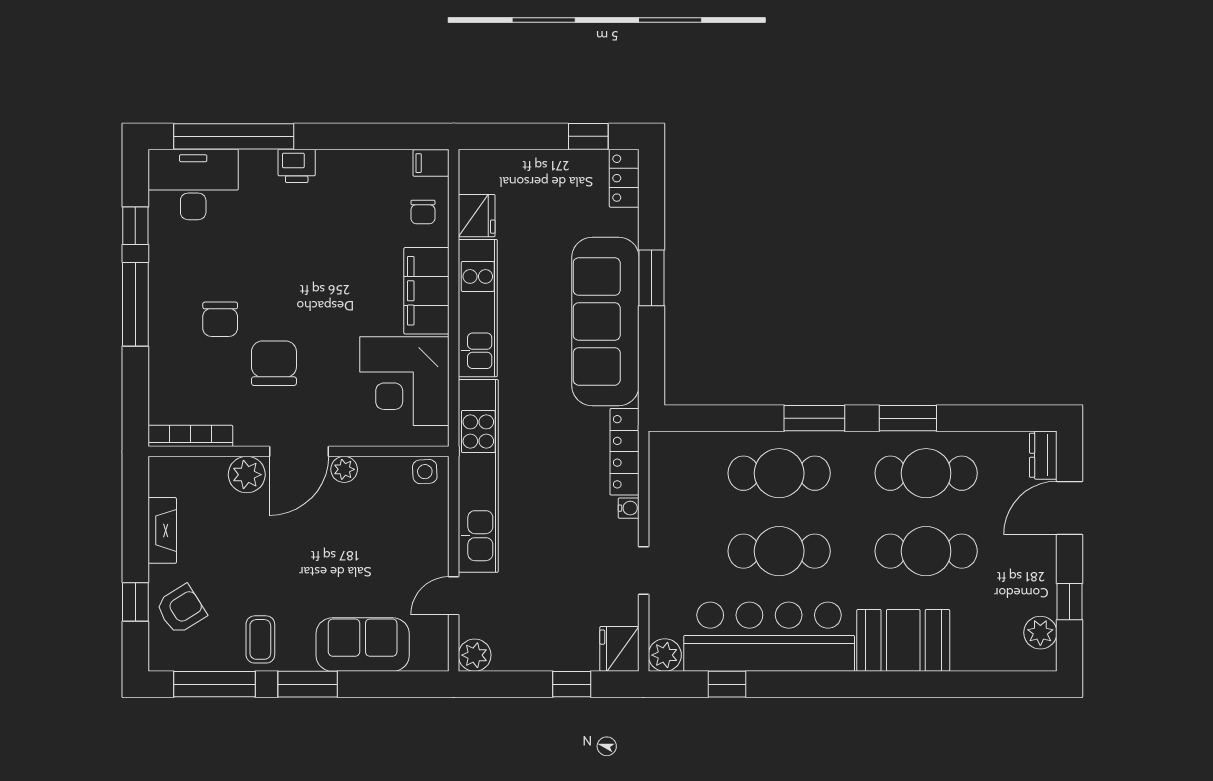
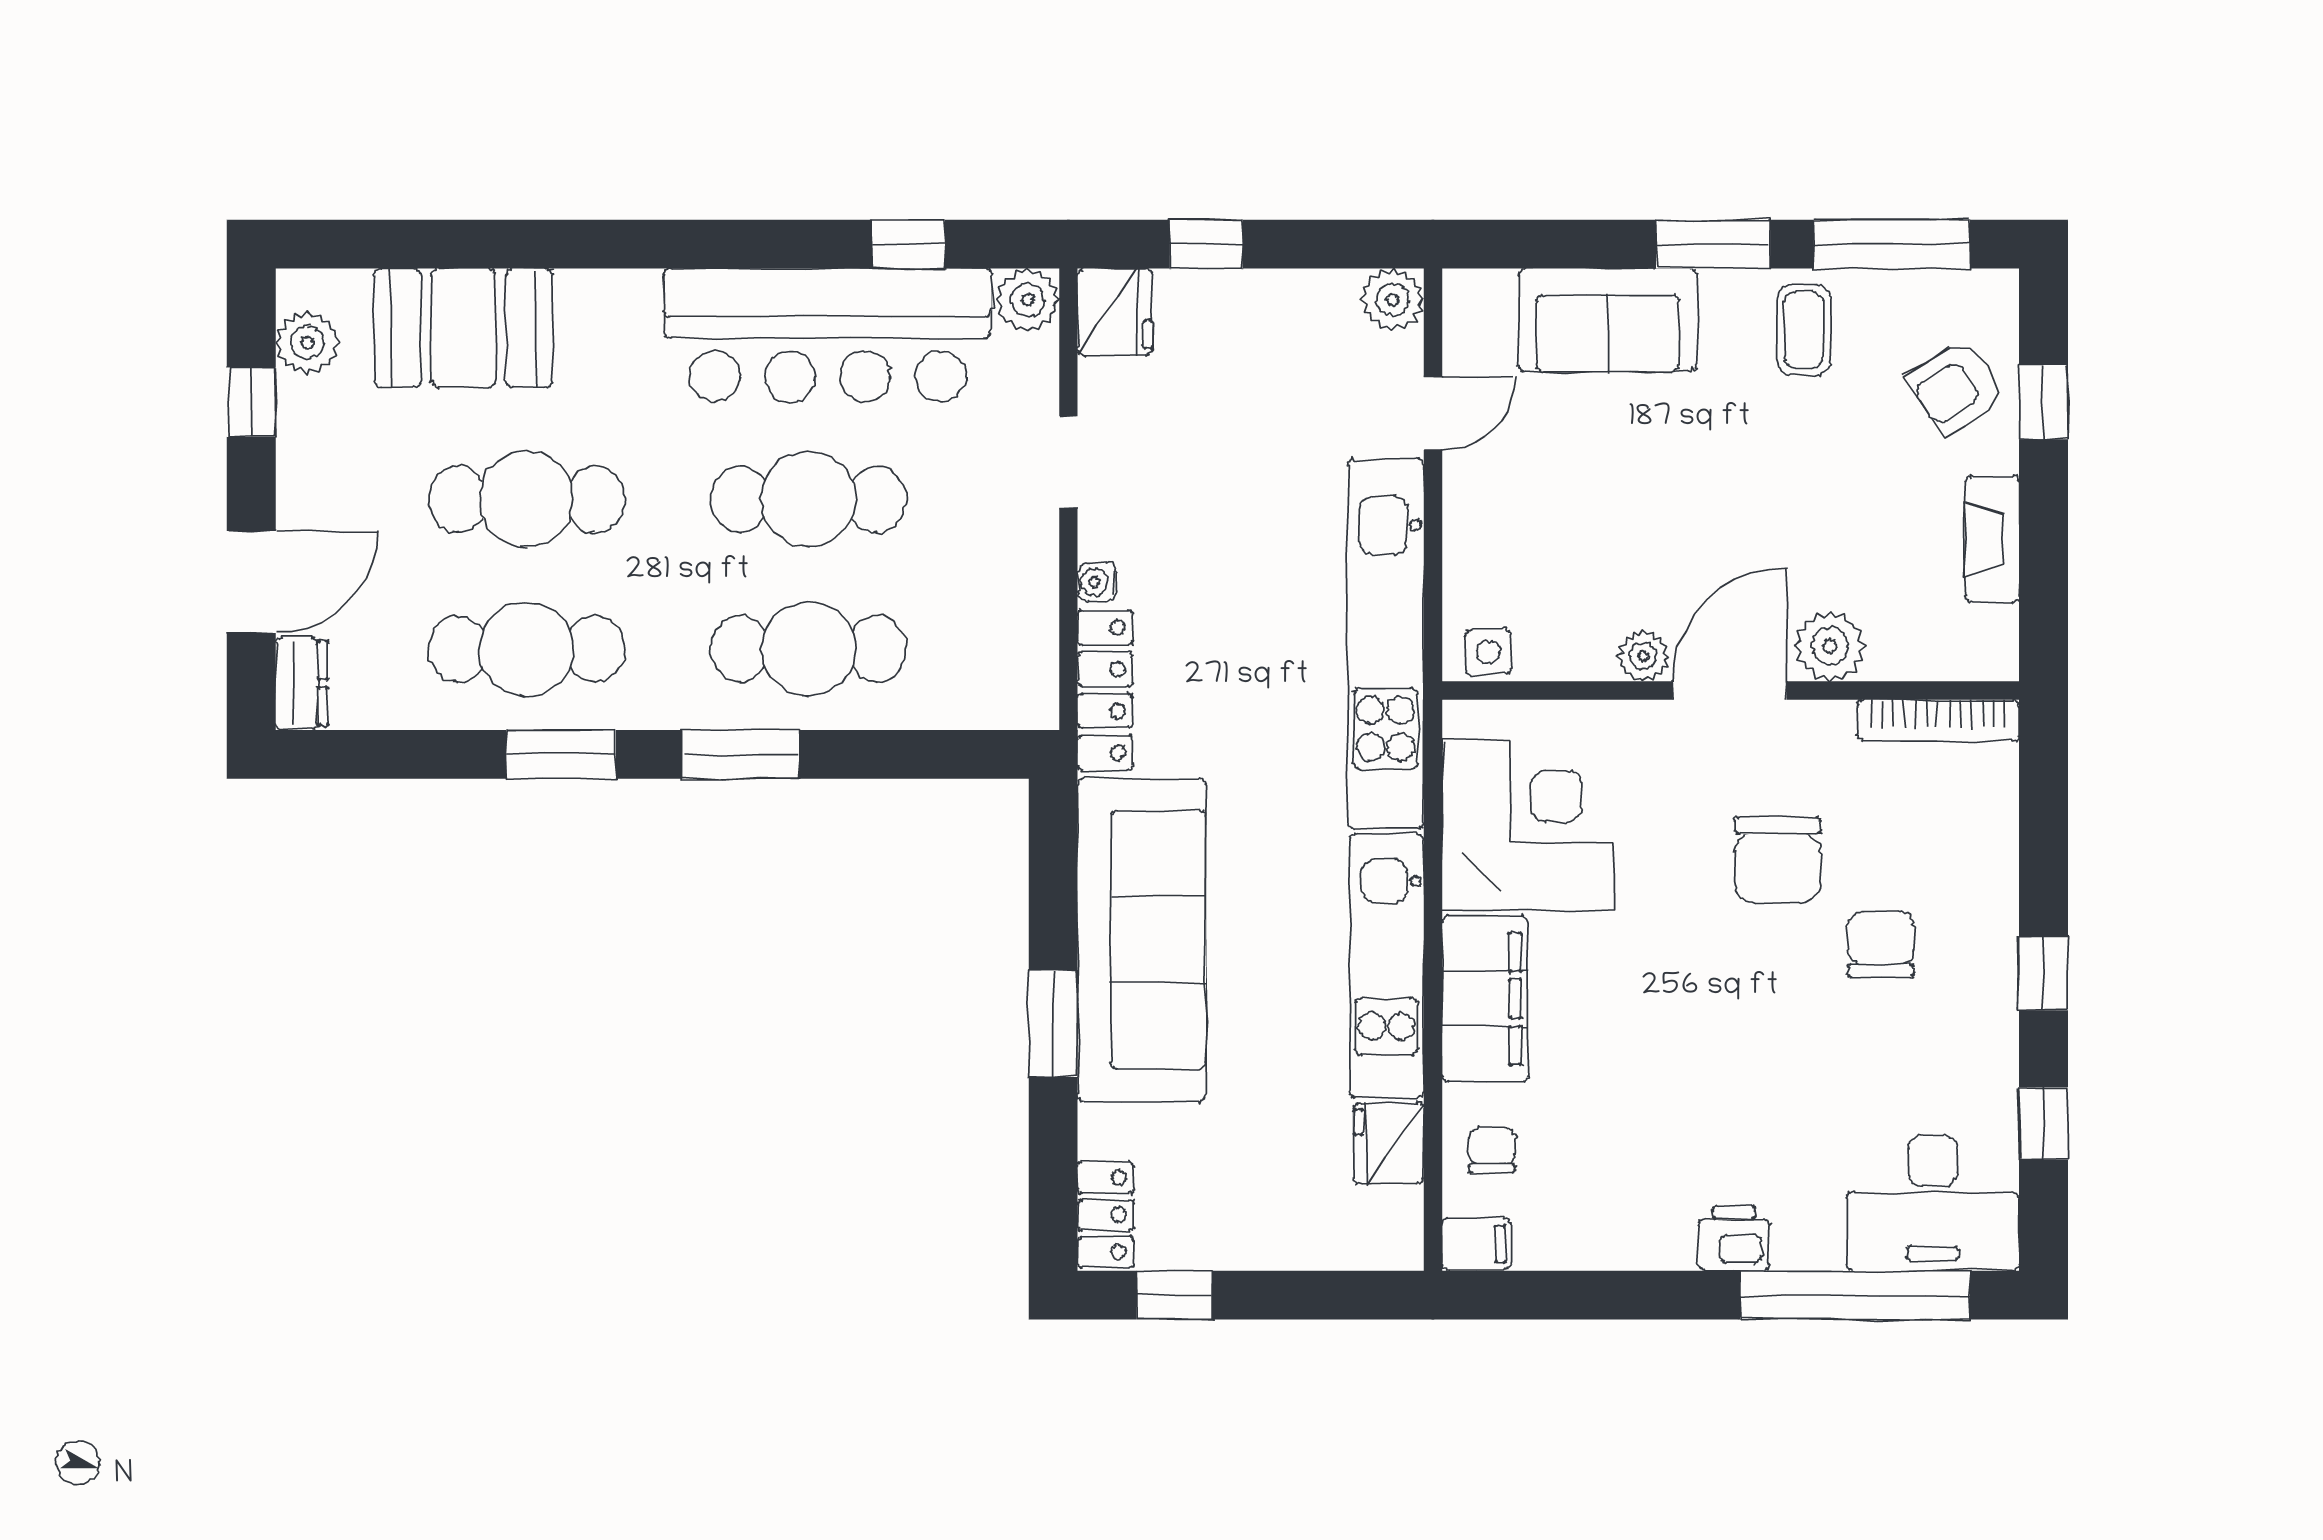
window: (135, 304) -> (2044, 973), width x0.46
booth: (903, 640) -> (463, 328), moved

